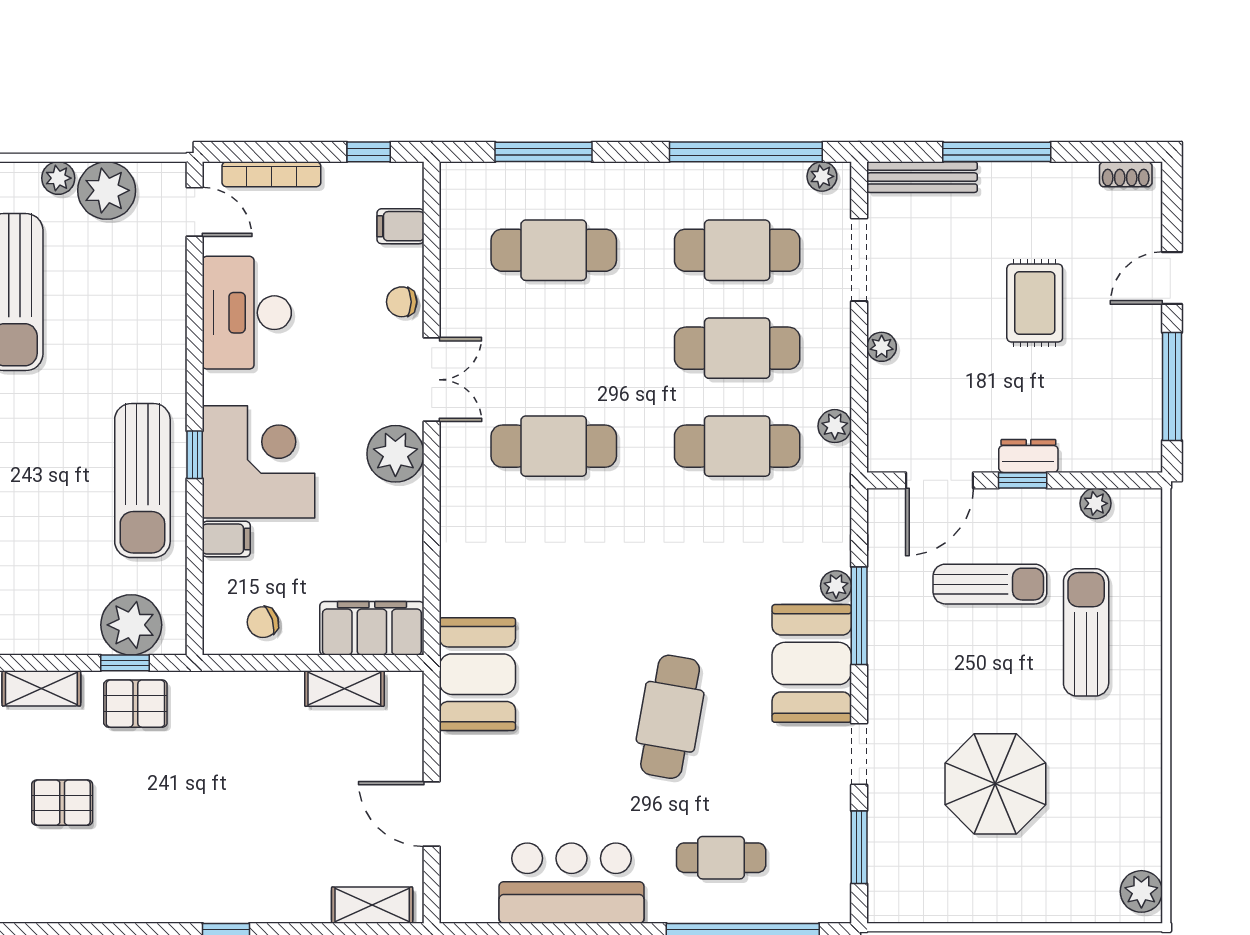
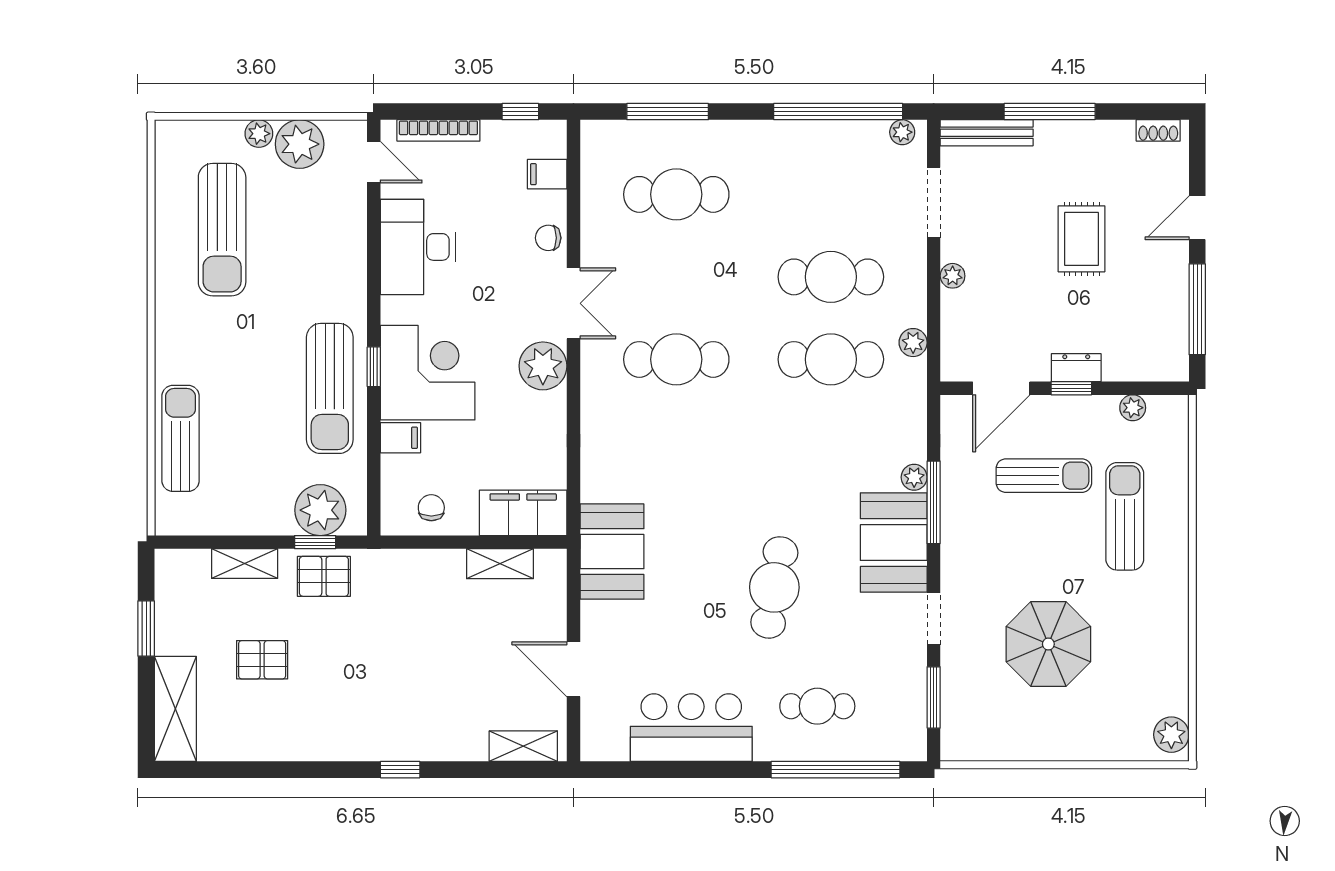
cafe table: (737, 250) -> (831, 194), removed
chair: (263, 622) -> (431, 508), turned 108

